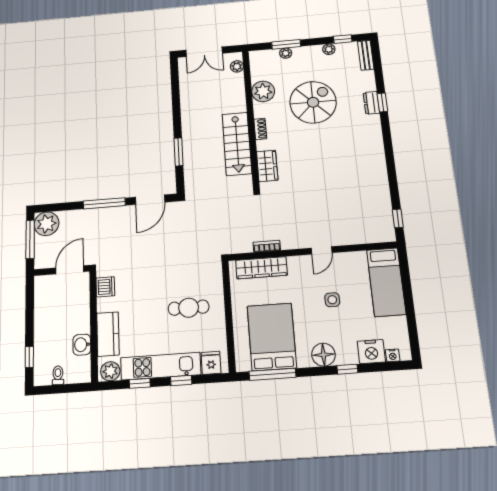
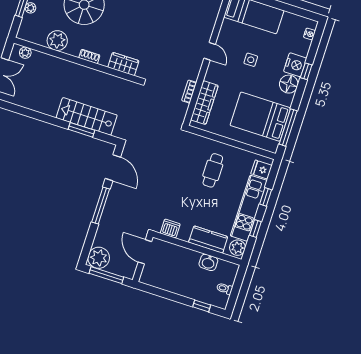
stairs: (237, 144) -> (87, 116), moved, turned 180
nightstand: (371, 352) -> (295, 65), moved

